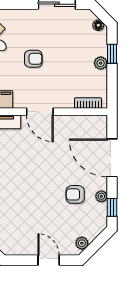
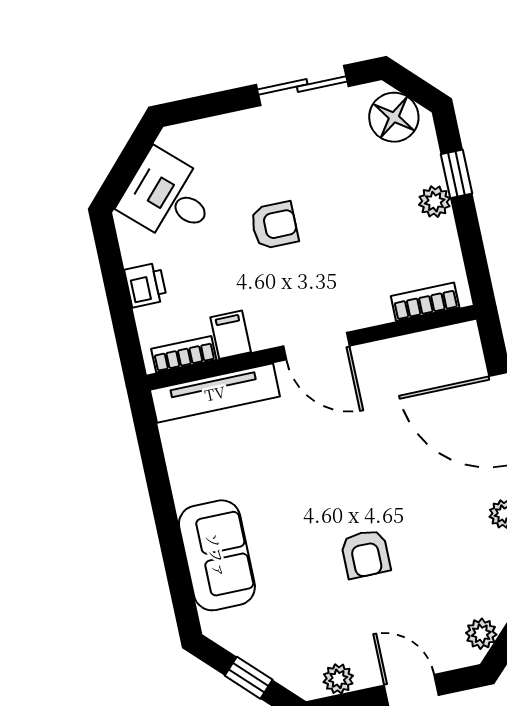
floor lamp: (98, 25) -> (394, 117), width x1.89, depth x1.89
armchair: (75, 194) -> (365, 554), moved, turned -90
plant: (20, 249) -> (338, 679), added

